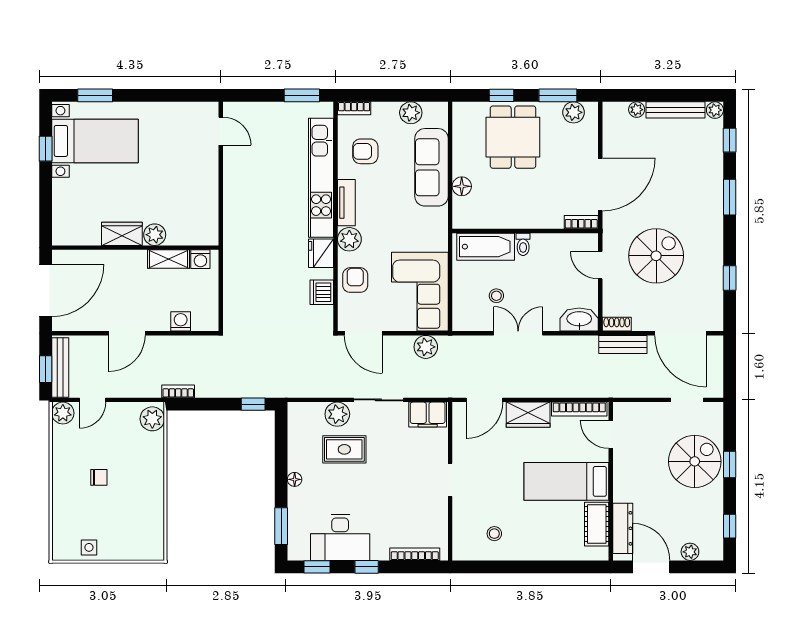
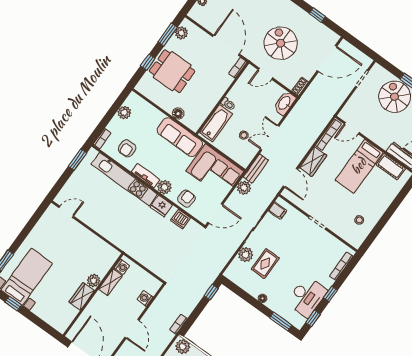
sofa: (432, 167) -> (180, 137), moved
armchair: (355, 280) -> (186, 199), turned 94
bench: (623, 344) -> (256, 169), moved
filing cabinet: (428, 415) -> (278, 211), width x0.50

